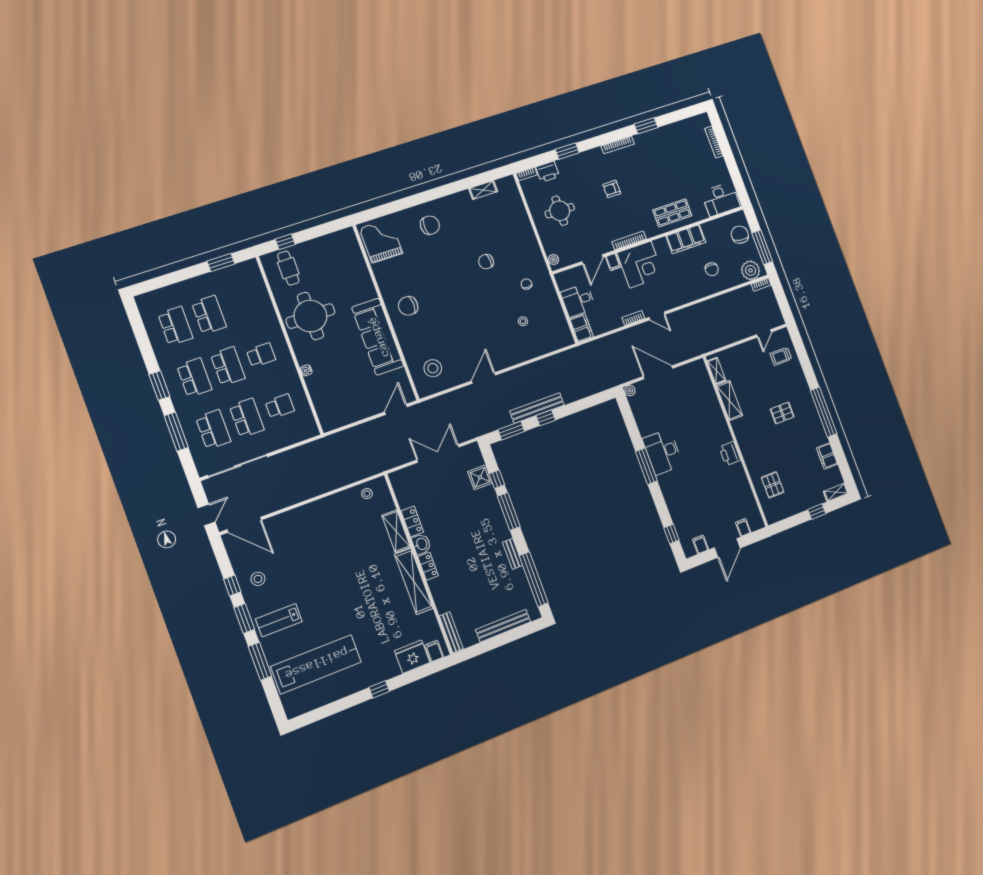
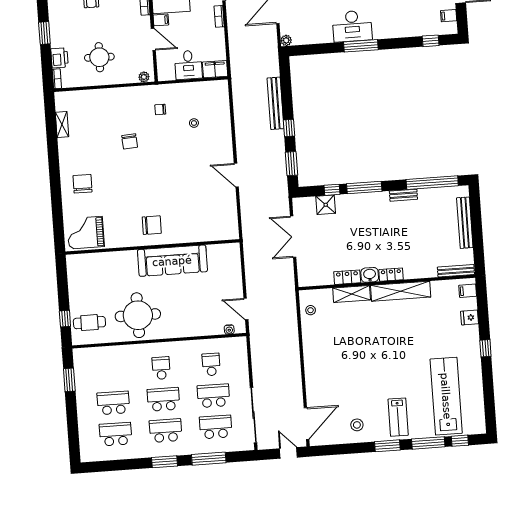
chair: (408, 306) -> (152, 225), turned -90
stool: (433, 368) -> (215, 219), removed
water cooler: (306, 370) -> (229, 329), moved
bench: (537, 408) -> (276, 103), moved
door: (396, 409) -> (246, 309), moved
window: (232, 586) -> (460, 441), moved
fridge: (412, 657) -> (470, 318), width x0.53, depth x0.75

